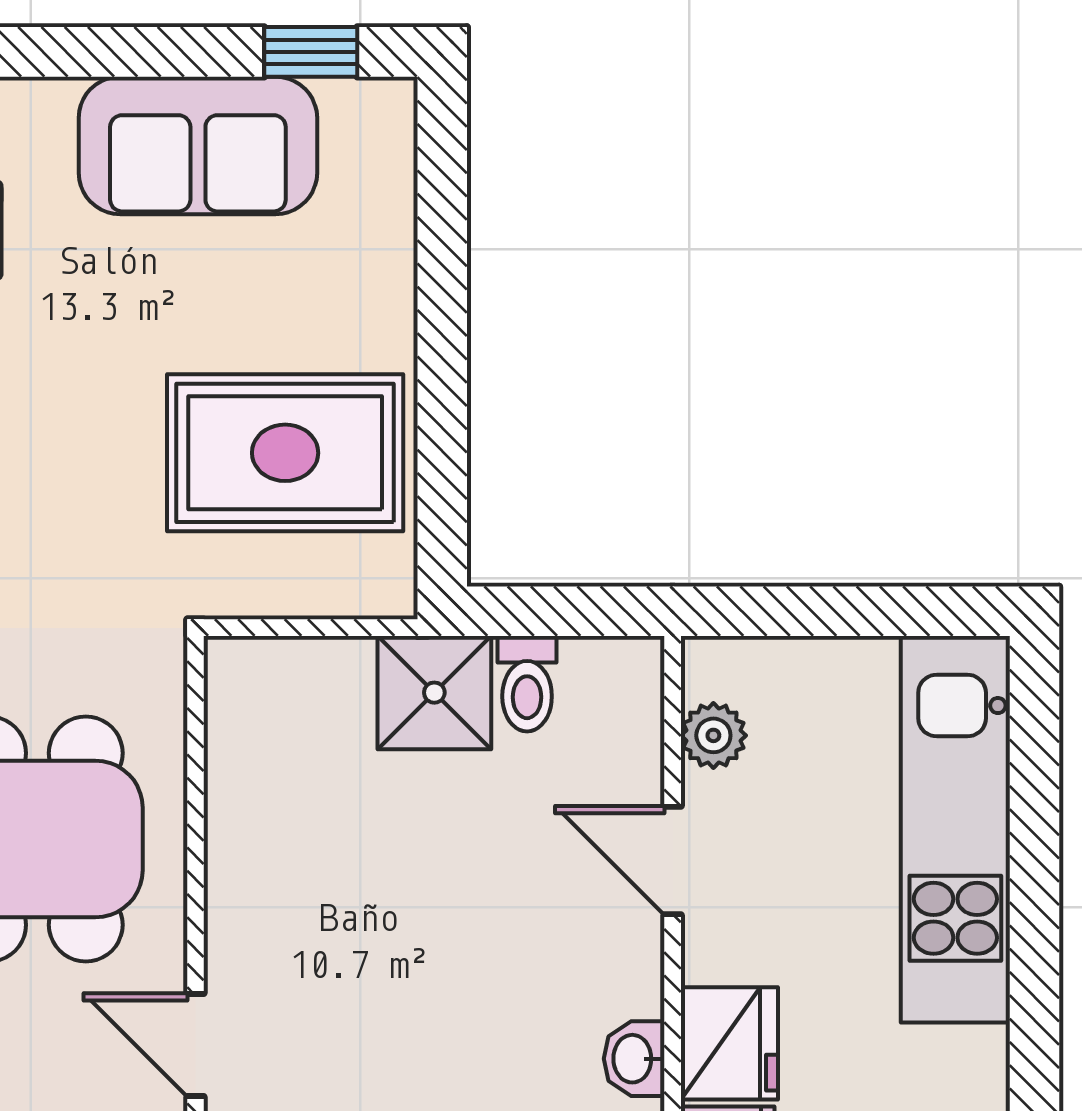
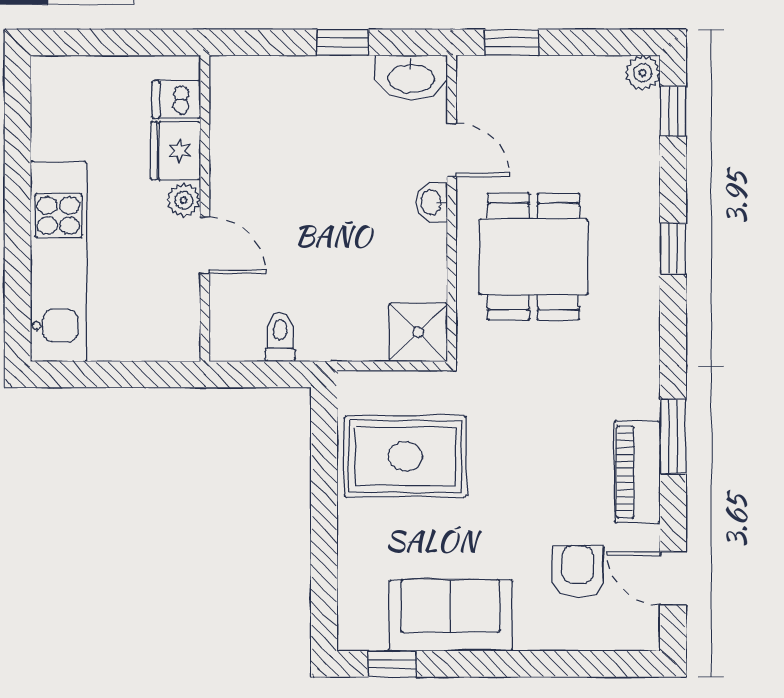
shower: (434, 693) -> (418, 332), moved
plant: (713, 735) -> (184, 200), moved
washbasin: (634, 1059) -> (432, 202), moved, turned 180

